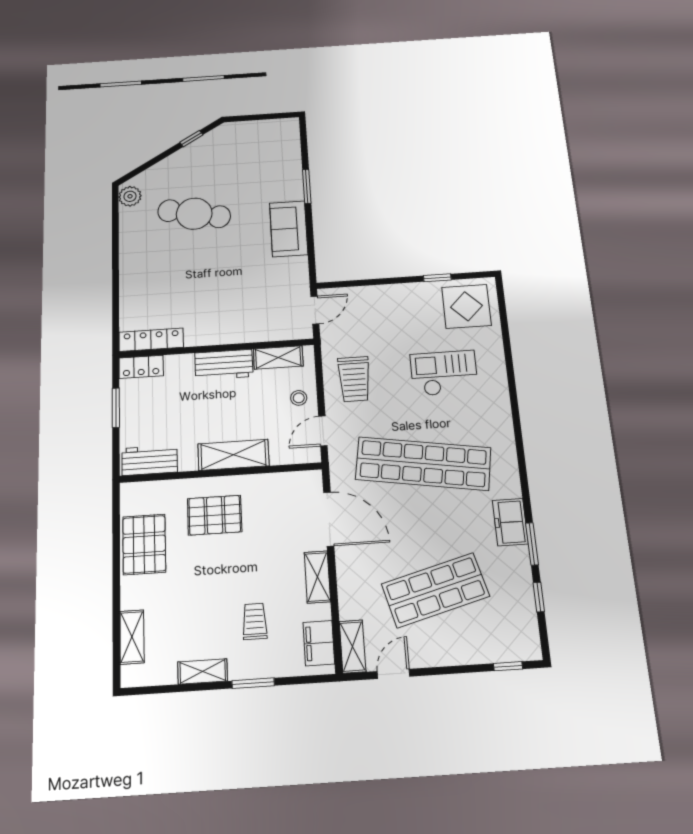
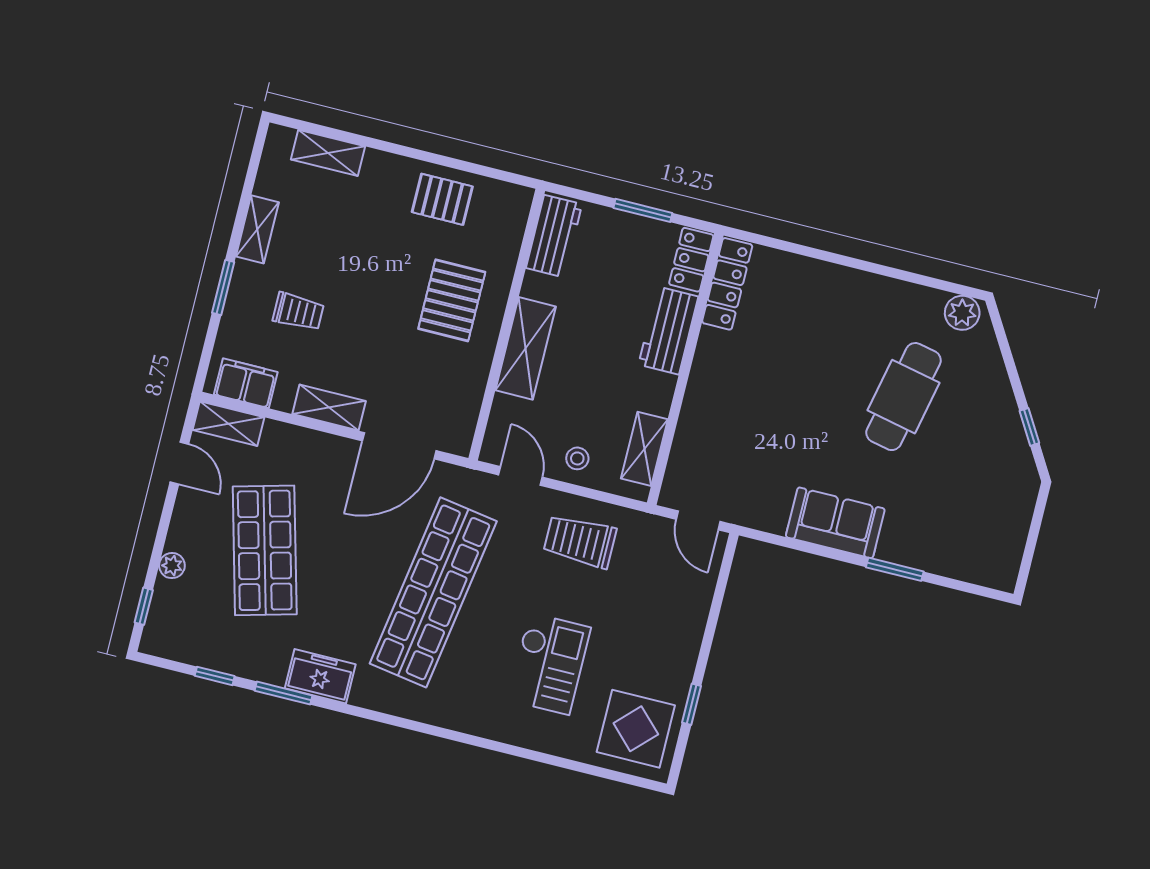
workbench: (224, 365) -> (668, 330), moved
pallet: (144, 544) -> (442, 199), width x0.67, depth x0.71
plant: (471, 655) -> (172, 566), added

